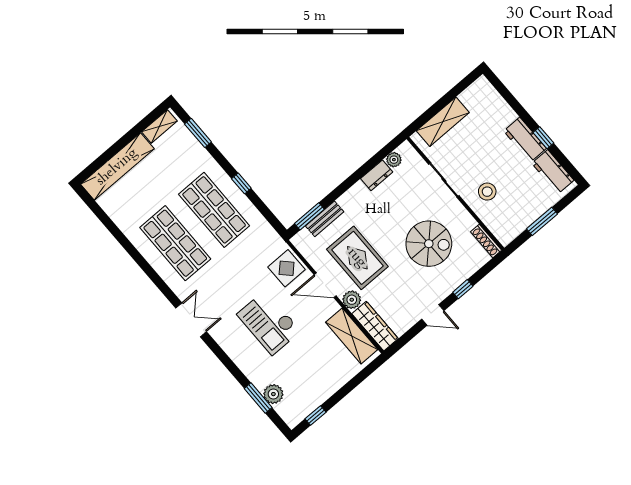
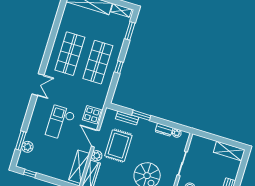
shelving: (443, 122) -> (229, 151), moved
window: (309, 216) -> (141, 115), moved

